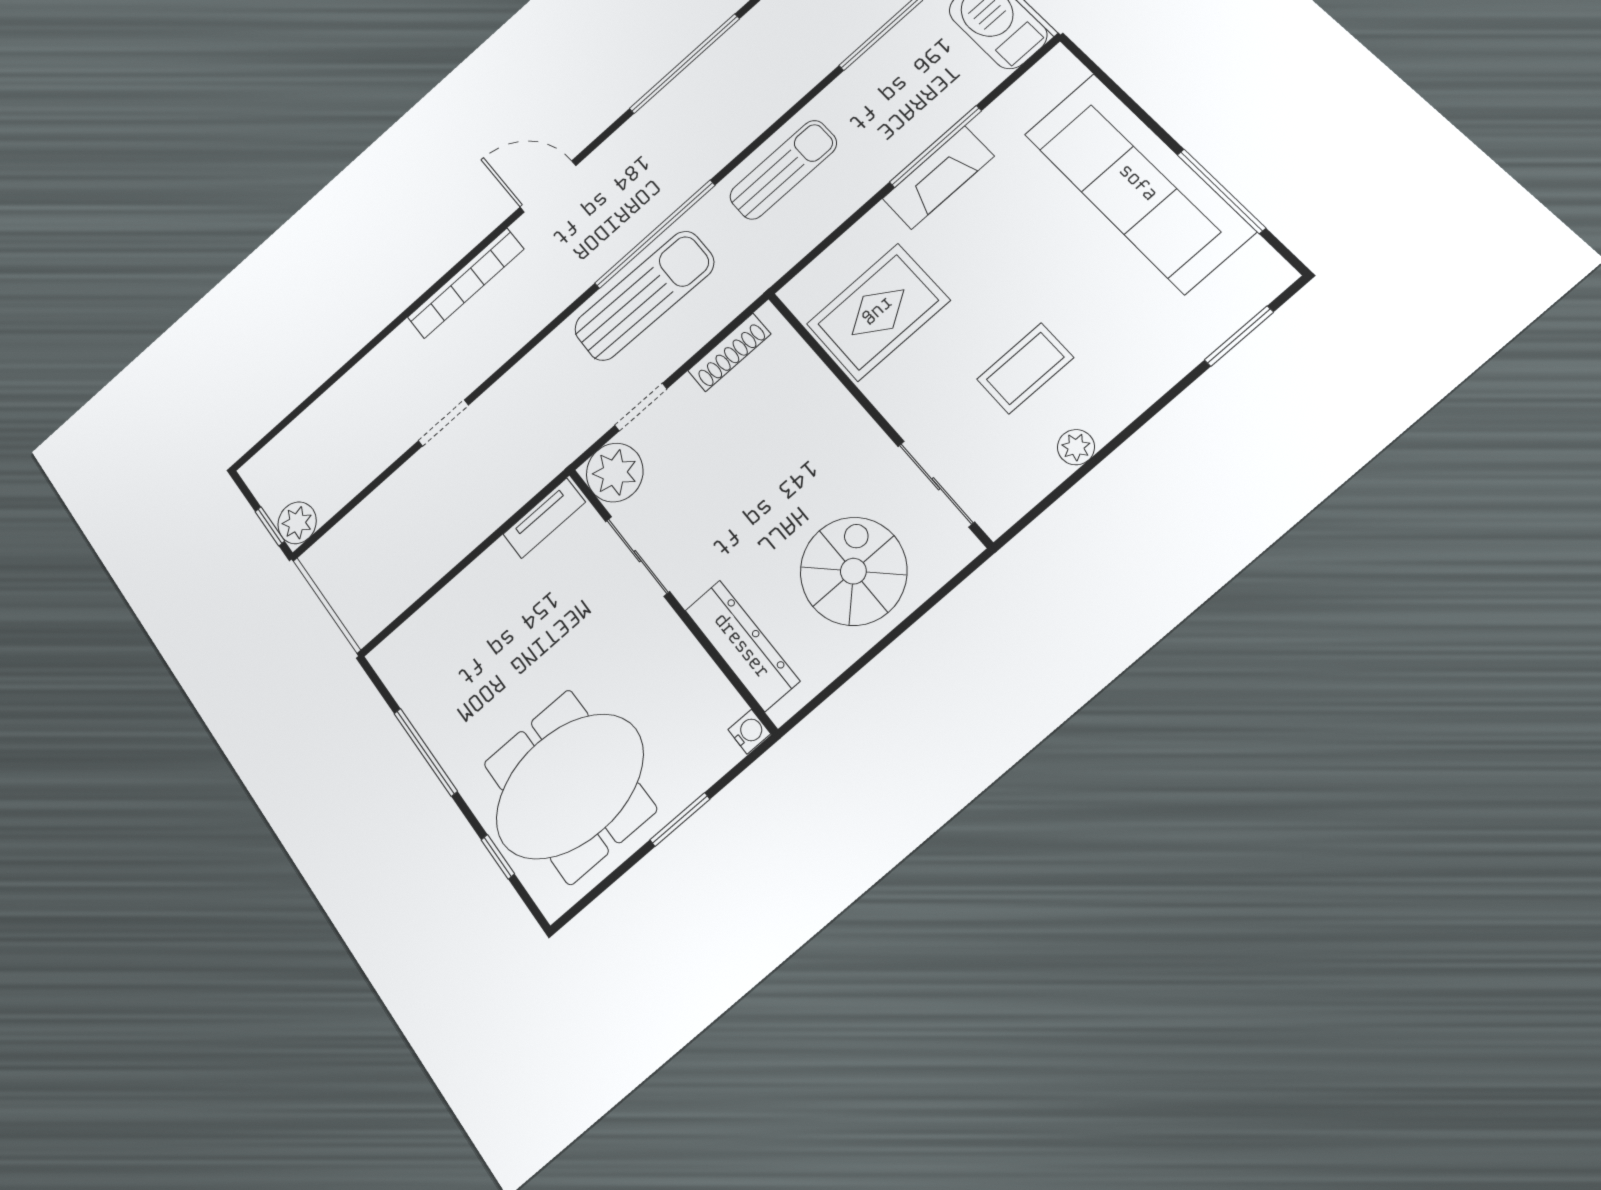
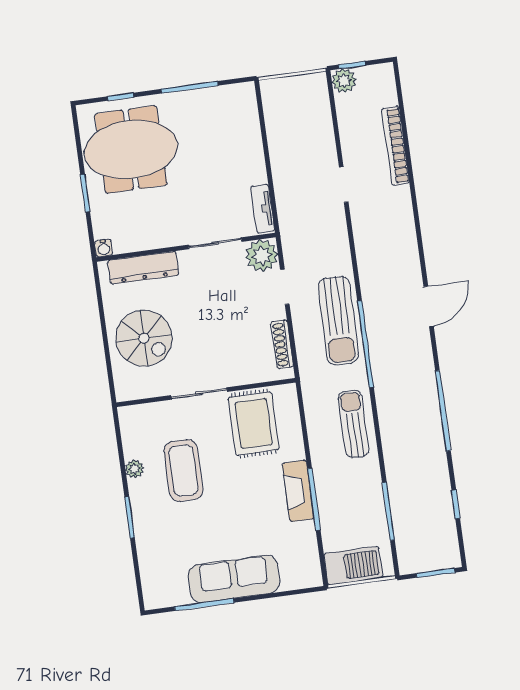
sun lounger: (783, 170) -> (353, 424), turned 180
sofa: (1138, 182) -> (234, 579), width x0.74, depth x0.79
bookcase: (466, 283) -> (396, 146), moved
window: (1239, 336) -> (130, 517), moved
coffee table: (1025, 368) -> (183, 471), width x1.36, depth x1.32
sliding door: (936, 484) -> (199, 393), moved
meeting table: (569, 786) -> (131, 149), turned 90

